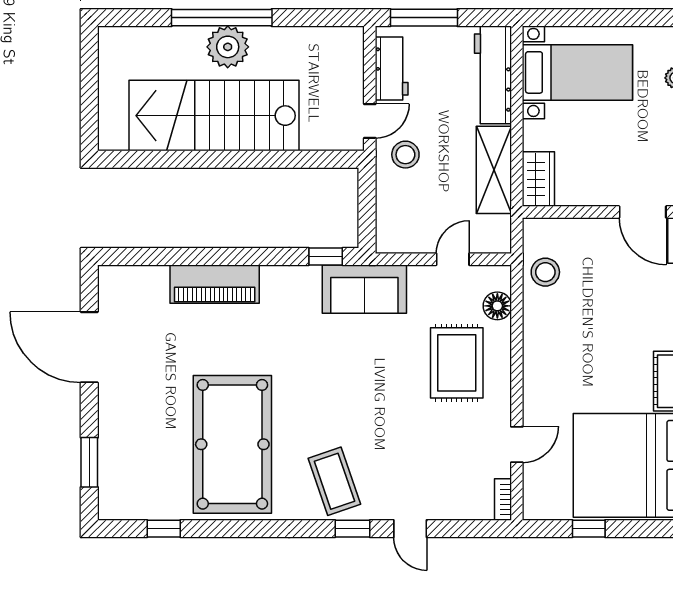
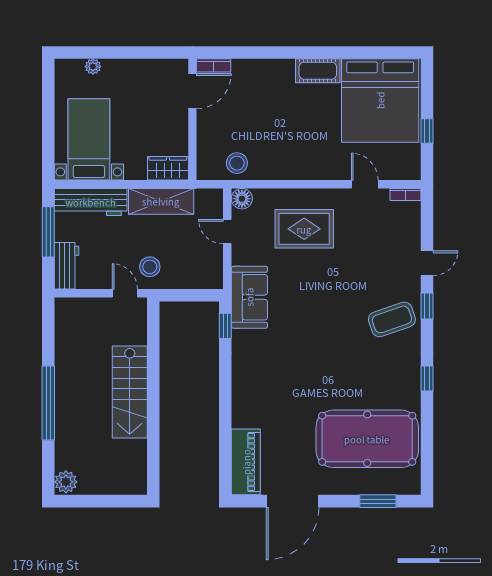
window: (424, 18) -> (48, 232), moved
plant: (228, 47) -> (66, 482), moved, width x0.73, depth x0.73
workbench: (392, 69) -> (67, 266), moved, turned 90
stairs: (214, 116) -> (130, 392), width x0.73, depth x0.66
piano: (215, 284) -> (246, 462), moved
floor lamp: (497, 306) -> (242, 199), moved
pool table: (232, 444) -> (367, 439), moved
window: (164, 529) -> (427, 379), moved

